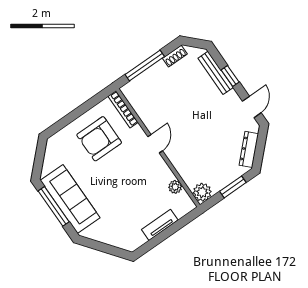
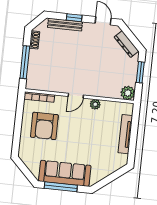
door: (155, 144) -> (76, 96), swing flipped
plant: (175, 187) -> (95, 104), moved
tv unit: (160, 225) -> (125, 134), width x1.41

